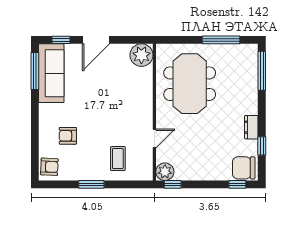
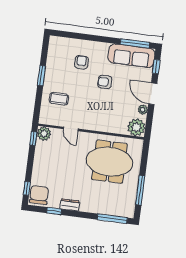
plant: (118, 50) -> (143, 110), added
armchair: (49, 167) -> (105, 82), moved, turned 87

